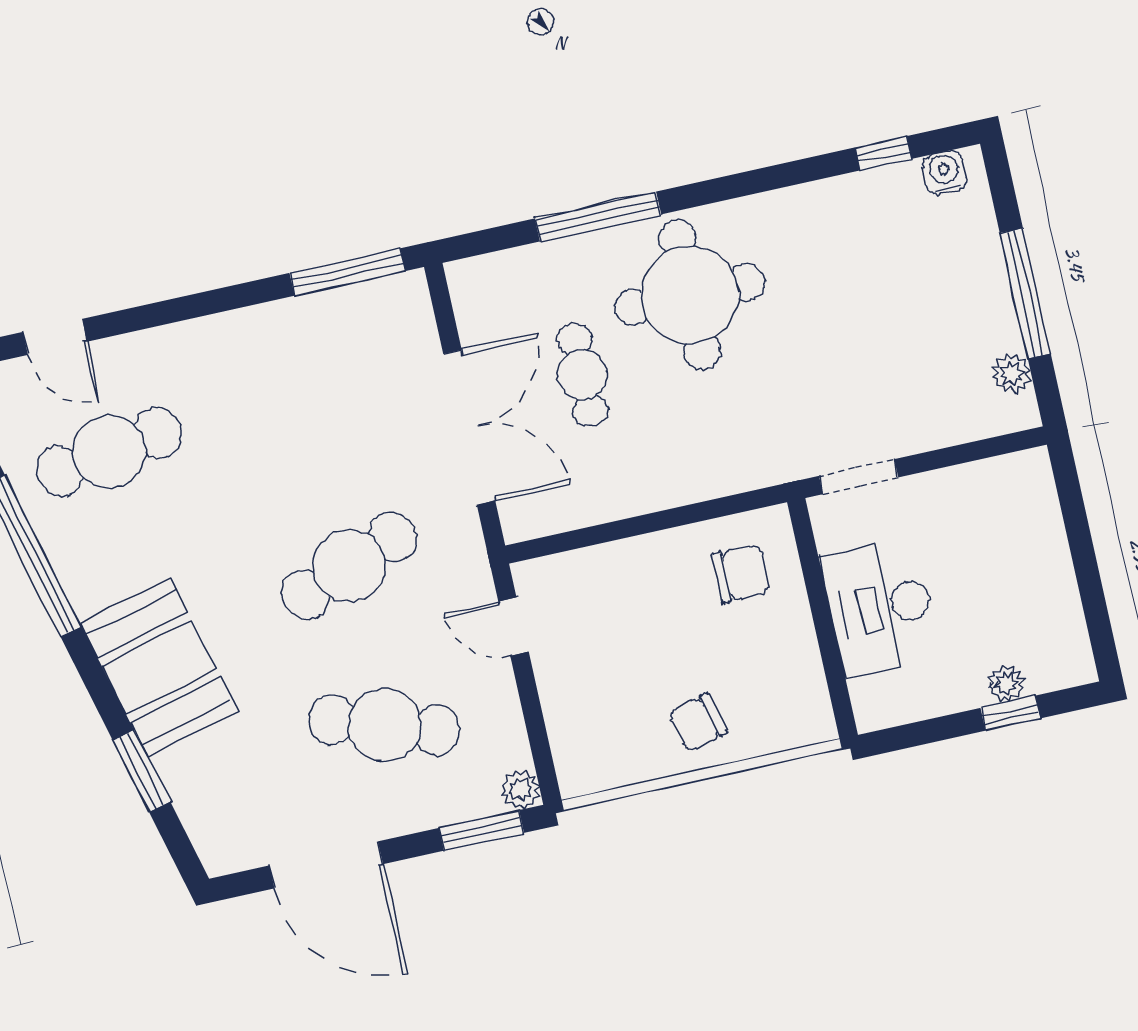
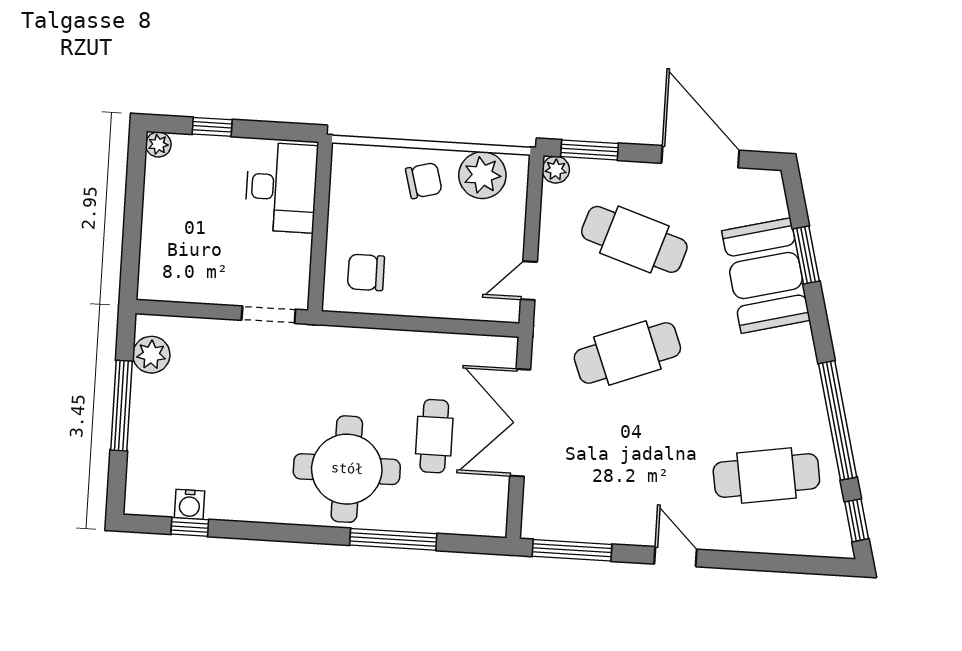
water cooler: (945, 173) -> (190, 504), moved
door: (55, 337) -> (676, 557), moved
plant: (1011, 374) -> (151, 355), width x1.38, depth x1.38
desk: (880, 608) -> (281, 187), moved
door: (513, 627) -> (529, 281), swing flipped
booth: (159, 667) -> (766, 276), moved
plant: (1006, 684) -> (158, 144), moved
plant: (619, 753) -> (482, 175), added

